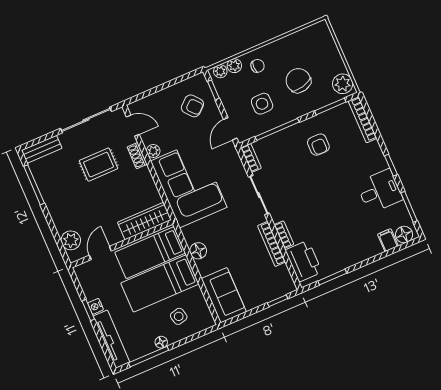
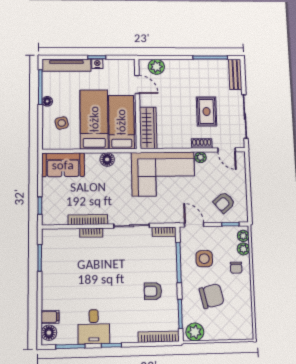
door: (133, 126) -> (227, 150), hinge flipped
printer: (304, 261) -> (63, 240), removed

